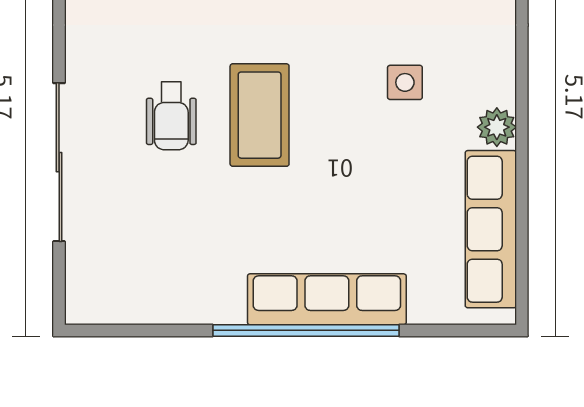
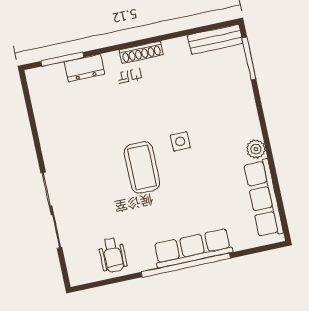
side table: (405, 82) -> (180, 141), moved
wheelchair: (171, 116) -> (113, 255), moved

